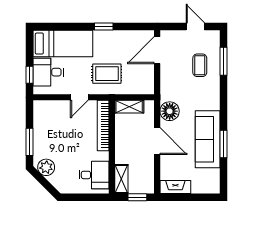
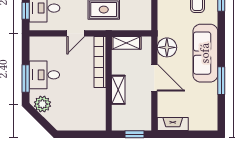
sofa: (208, 139) -> (205, 53), moved
desk: (94, 175) -> (44, 75), moved, turned 180
shelving: (121, 179) -> (118, 90), moved

